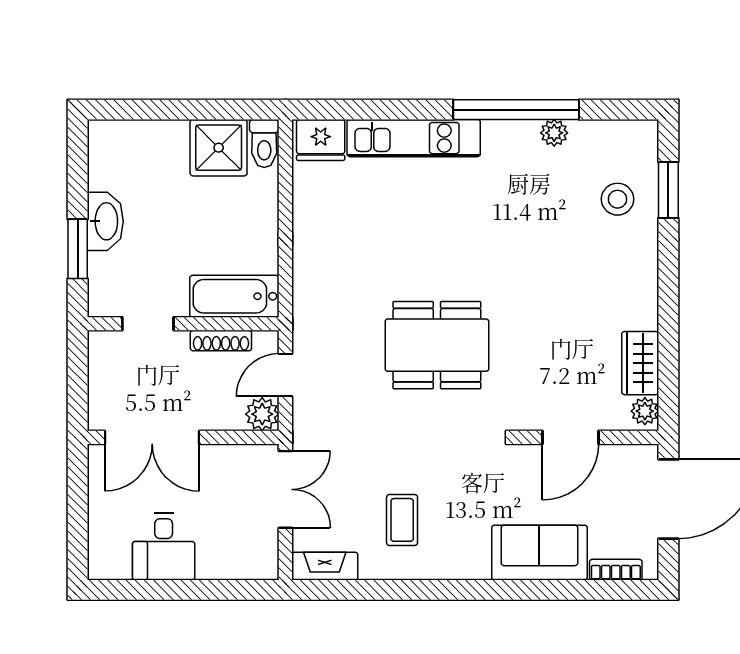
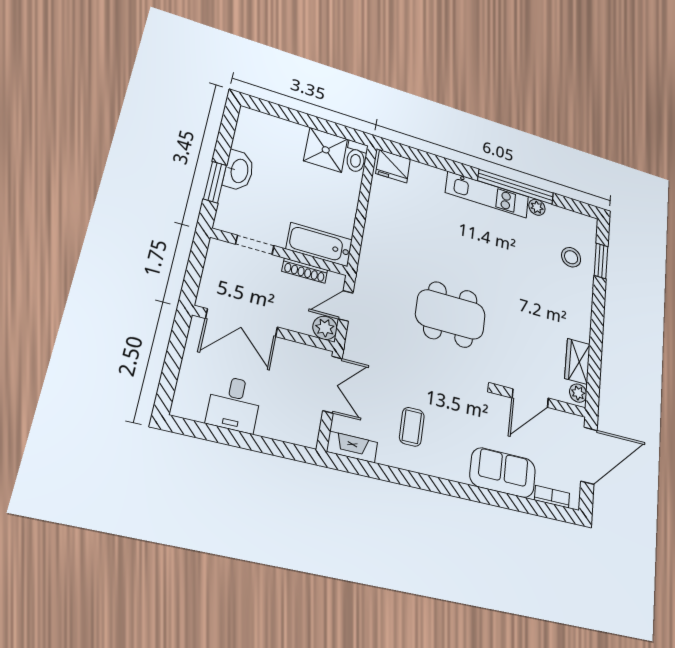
kitchen unit: (414, 138) -> (487, 195), moved

